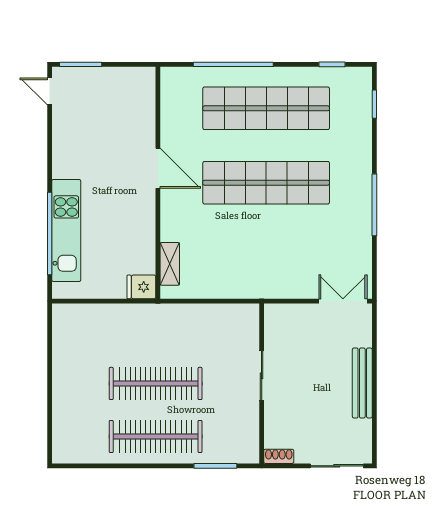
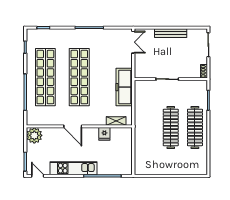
plant: (138, 84) -> (34, 135), added
door: (50, 91) -> (38, 176), swing flipped
door: (158, 168) -> (73, 126), swing flipped
kitchen unit: (66, 231) -> (73, 168), moved
freezer: (244, 281) -> (124, 87), added
fridge: (141, 287) -> (104, 134), moved
double door: (343, 301) -> (133, 42), swing flipped

